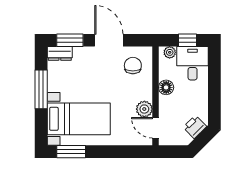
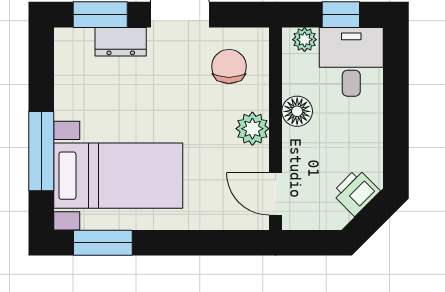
dresser: (60, 53) -> (121, 42), moved
window: (41, 89) -> (41, 151), moved
plant: (144, 109) -> (252, 129), moved

